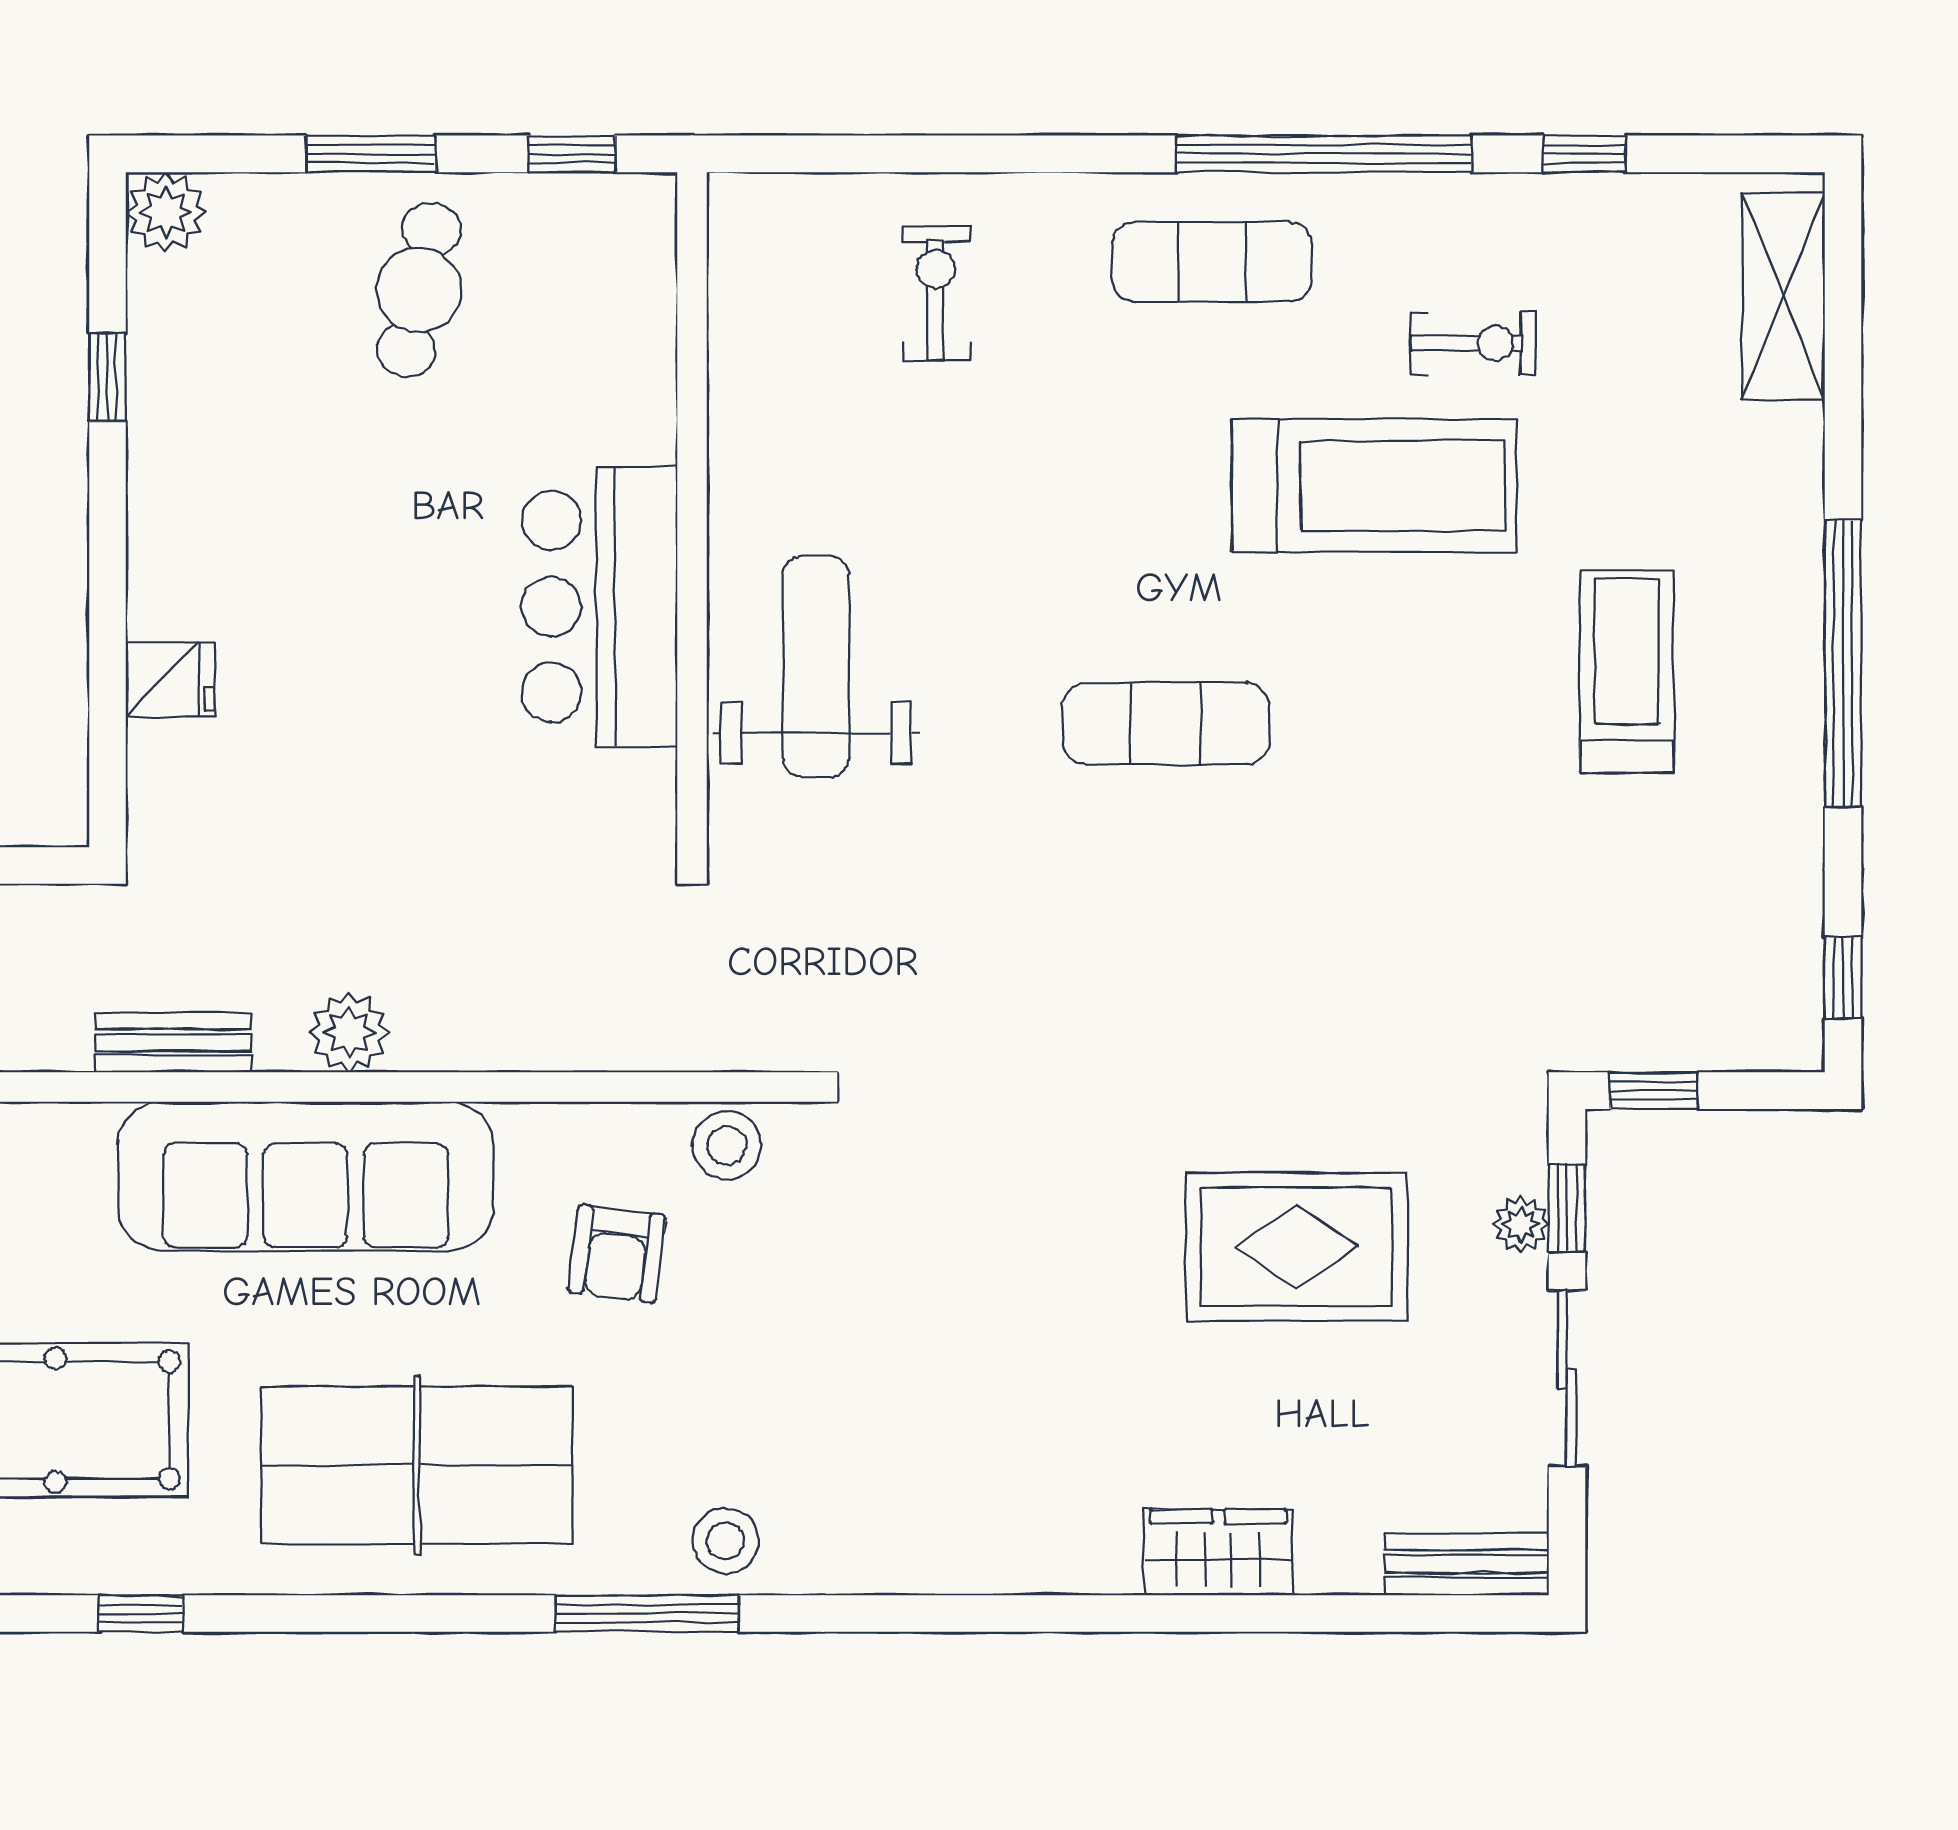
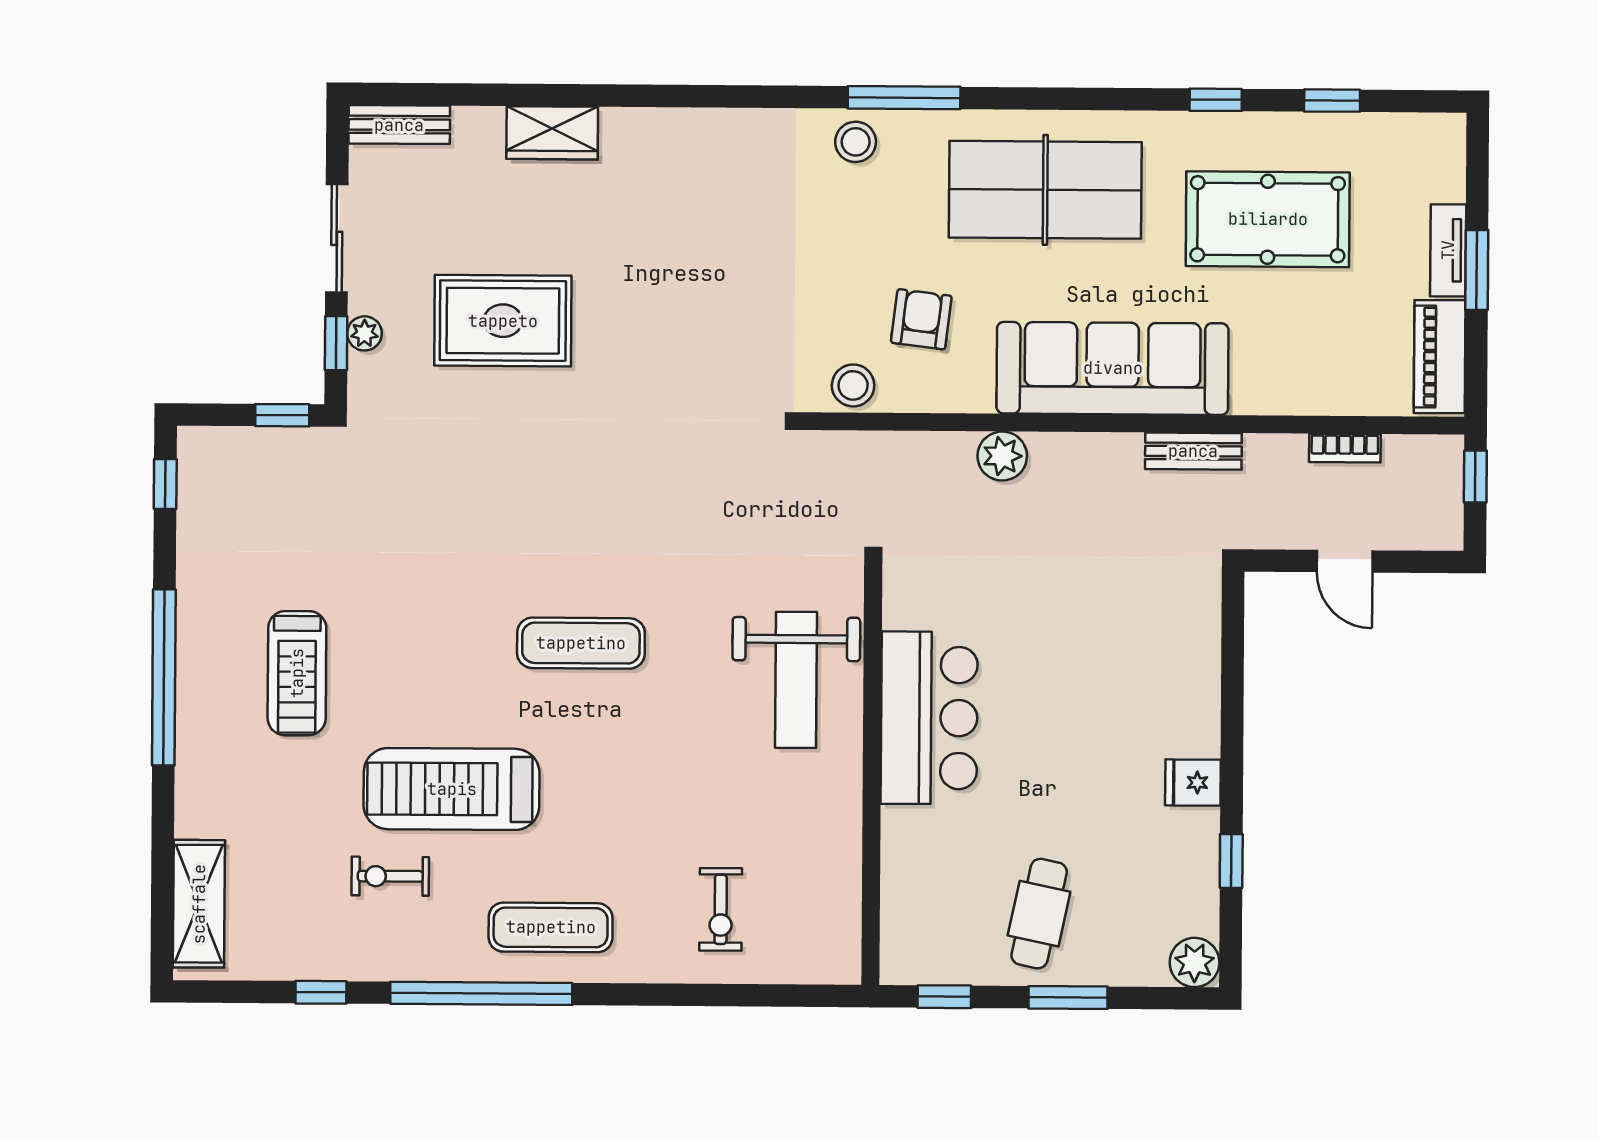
fridge: (170, 679) -> (1193, 783), moved
plant: (349, 1033) -> (1002, 456), moved

